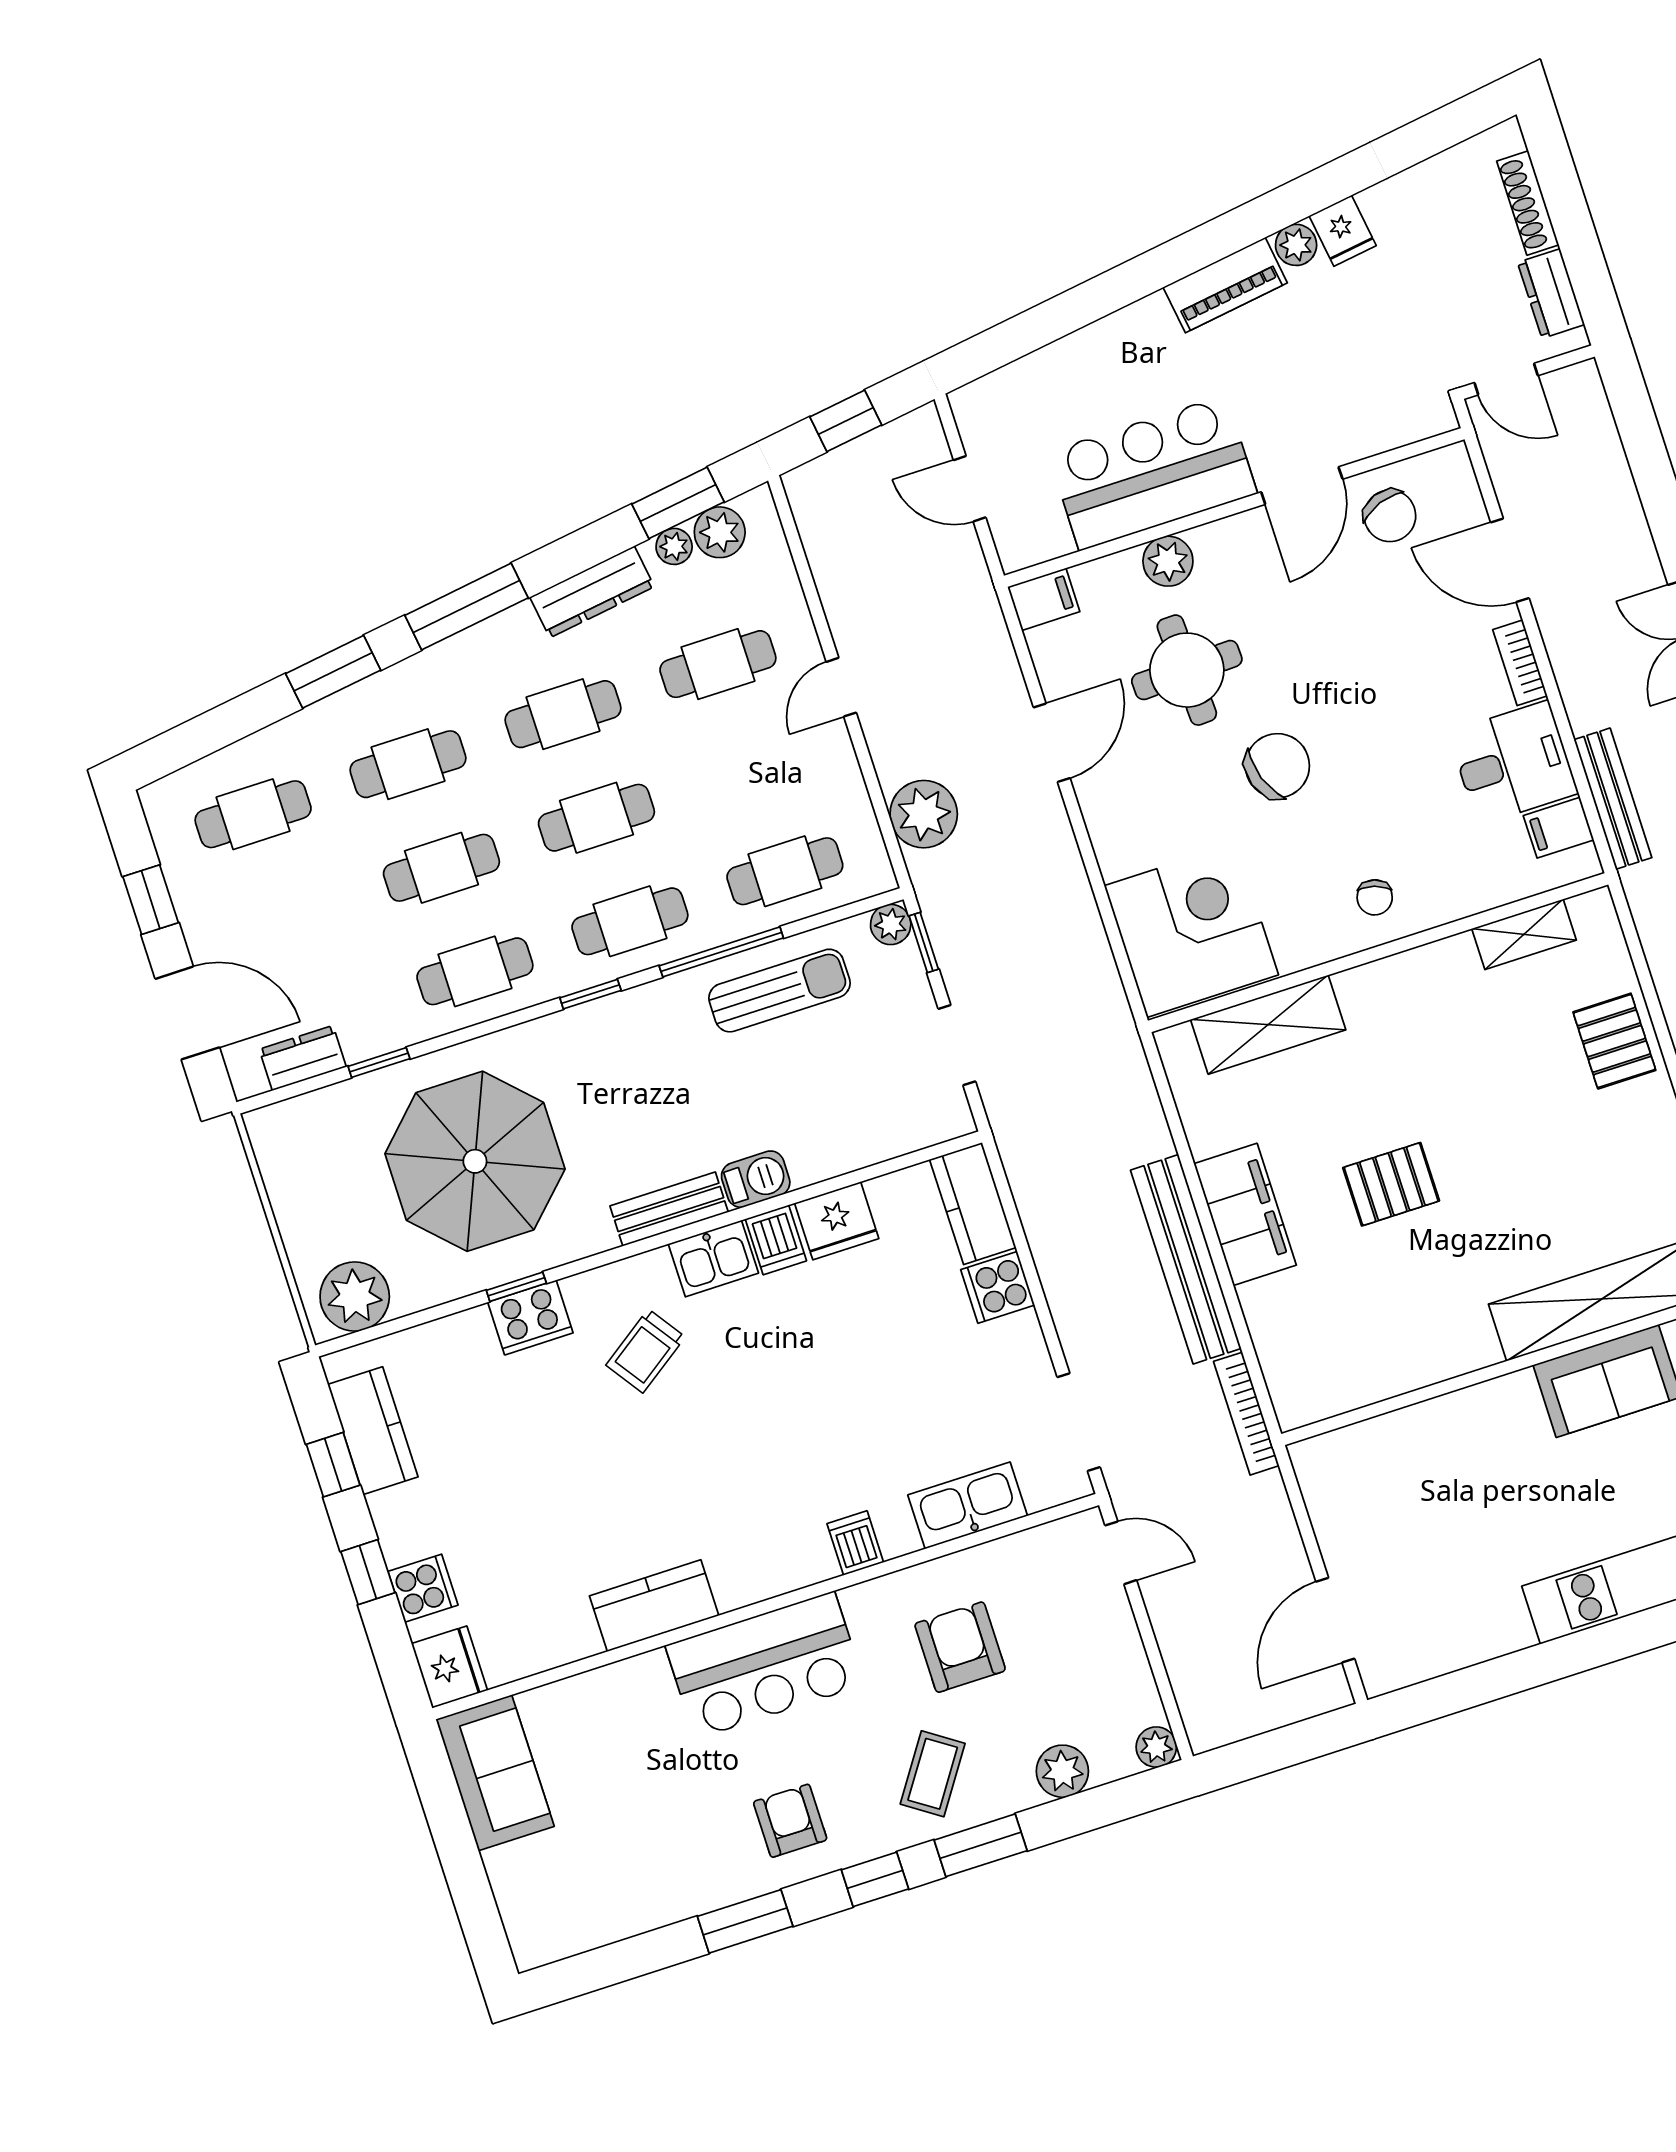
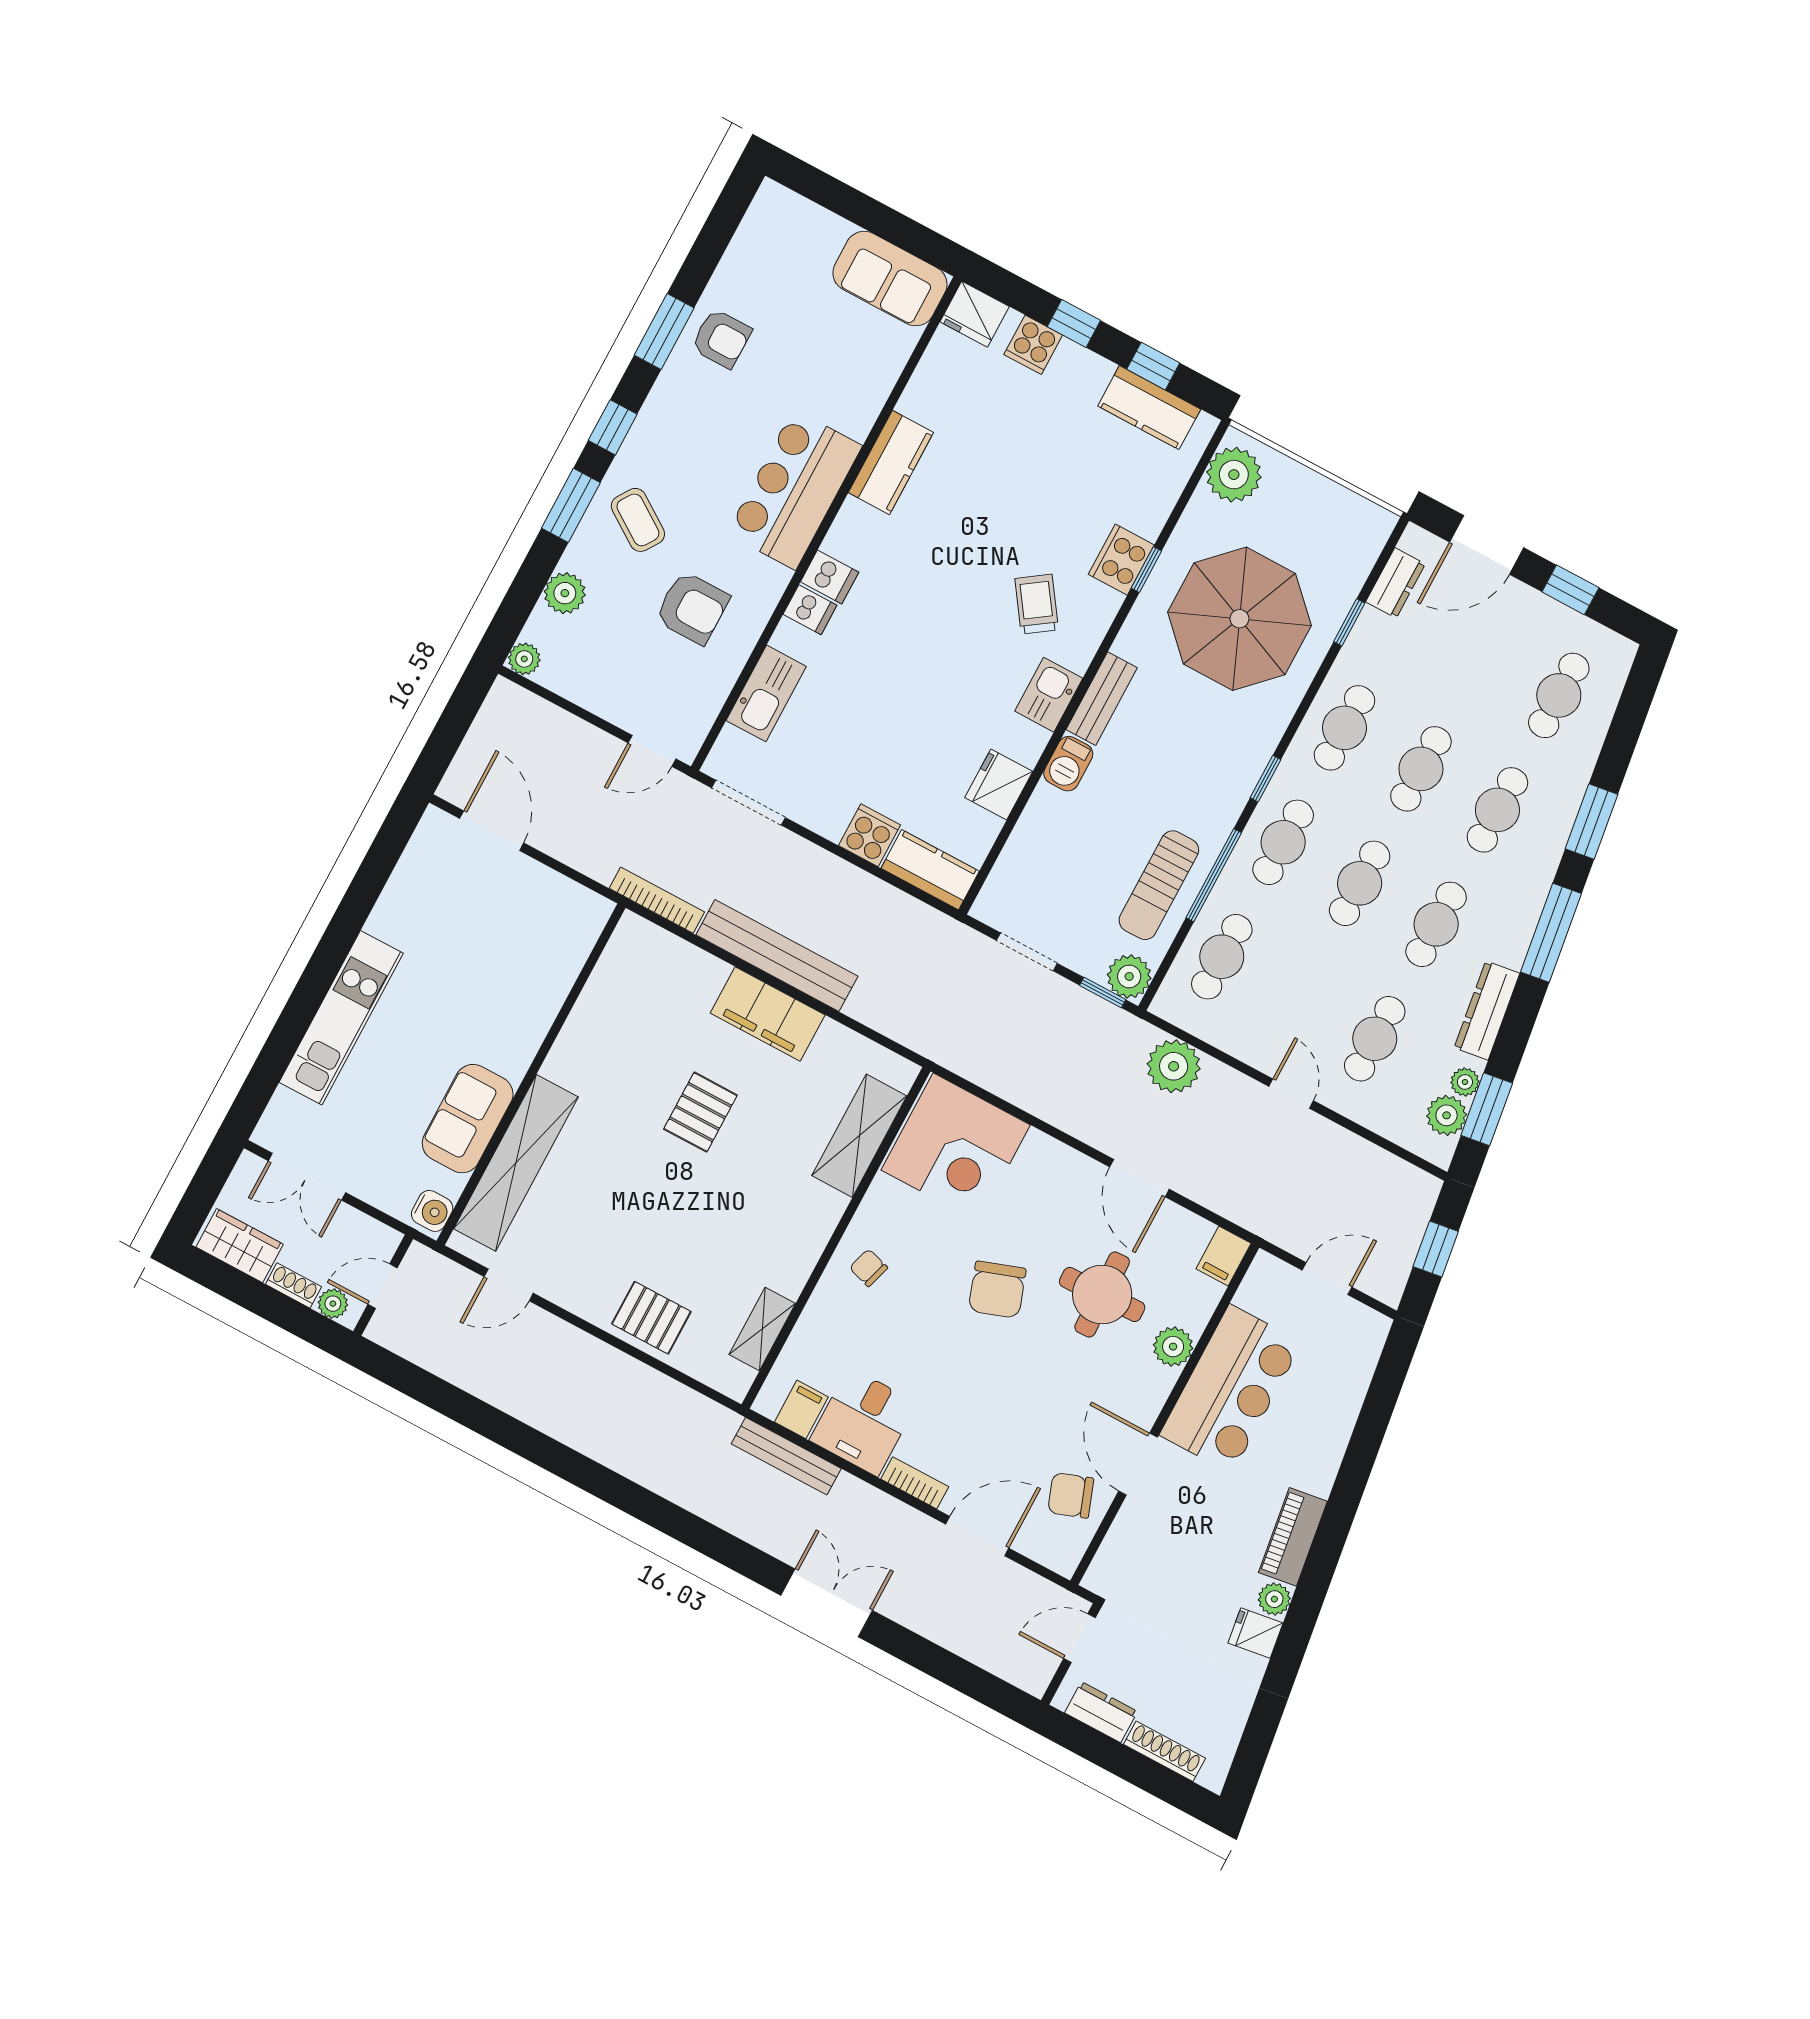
plant: (891, 924) -> (1129, 976), width x1.38, depth x1.38
dishwasher: (776, 1240) -> (830, 577), moved, turned 180
armchair: (790, 1821) -> (721, 338), moved

